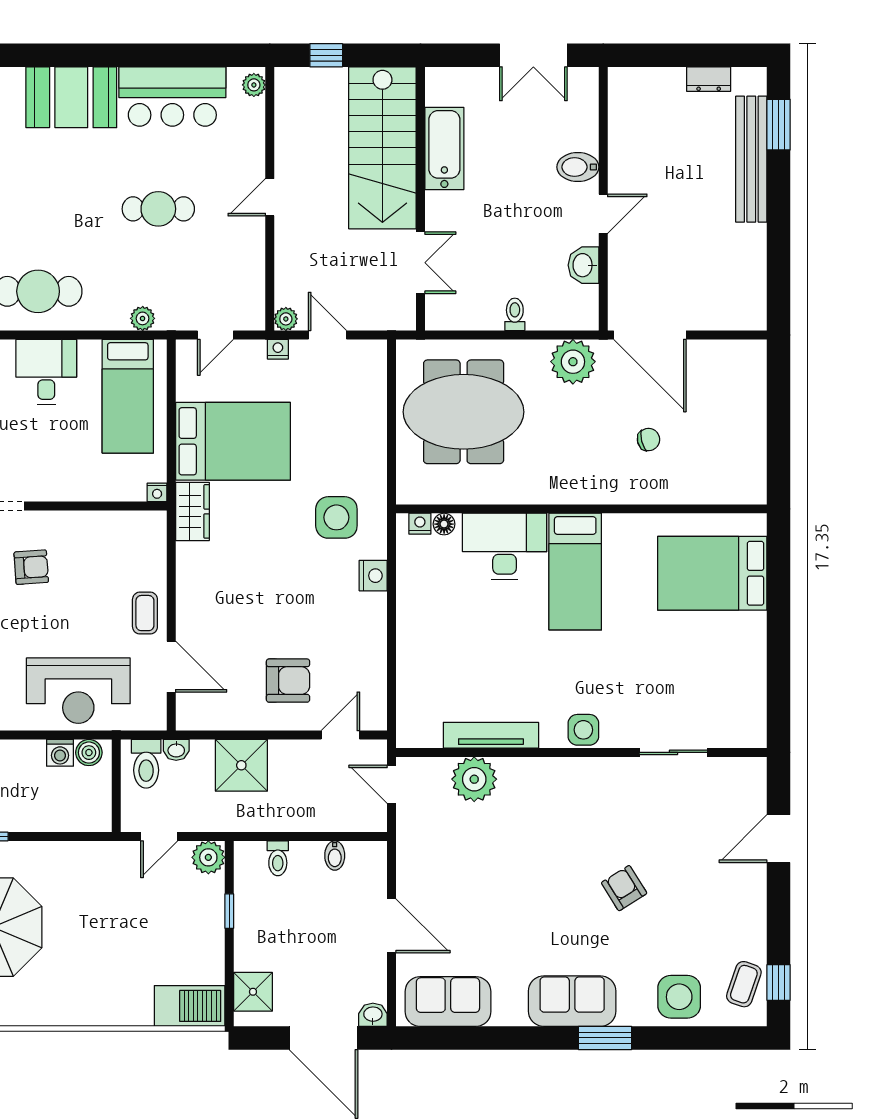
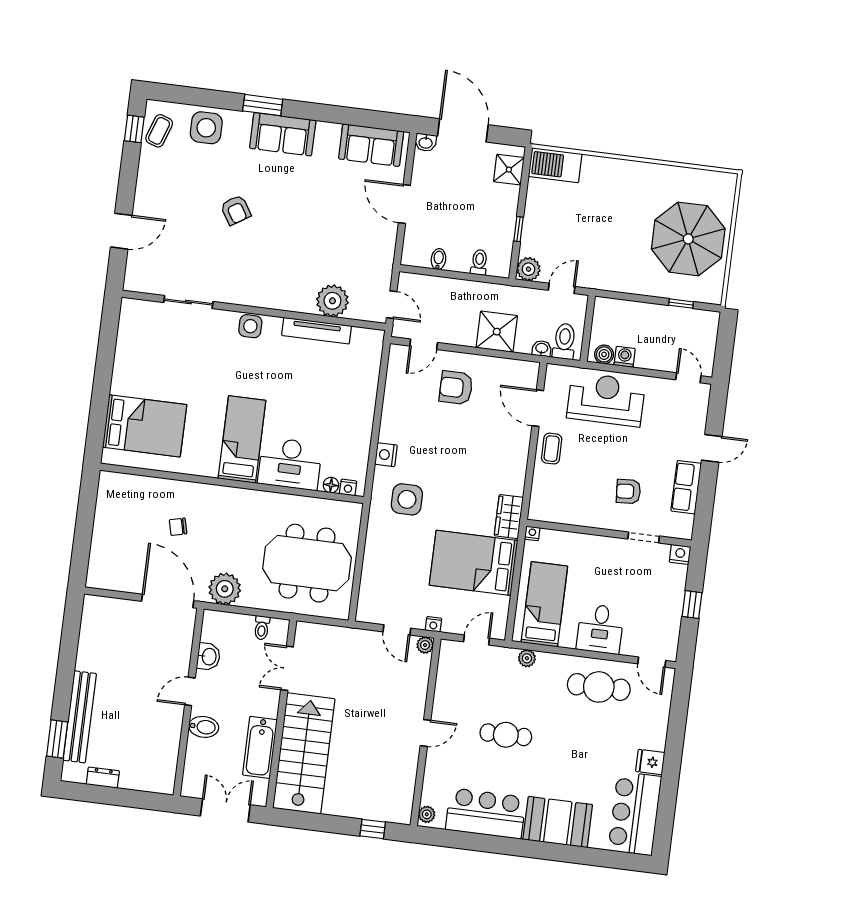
stairs: (382, 148) -> (304, 753), moved
bathtub: (444, 148) -> (260, 747), moved
wall: (421, 199) -> (281, 714), moved
double door: (421, 263) -> (287, 668), moved

